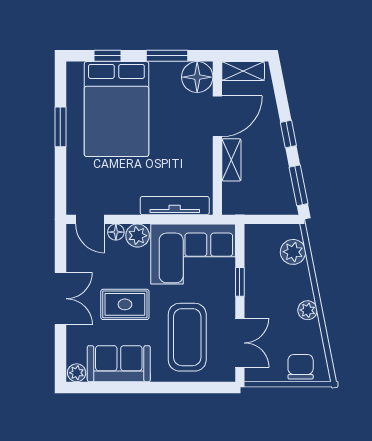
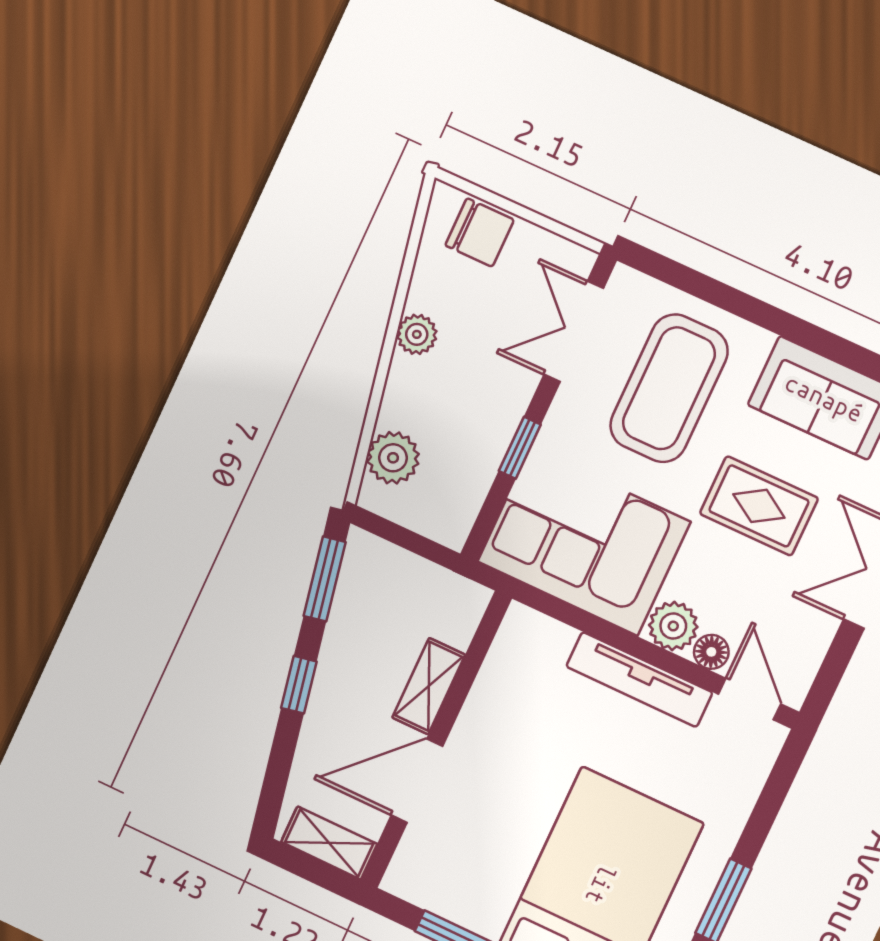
floor lamp: (197, 77) -> (420, 872), removed
tv unit: (175, 206) -> (639, 679), moved
chair: (301, 367) -> (480, 233), turned -90

